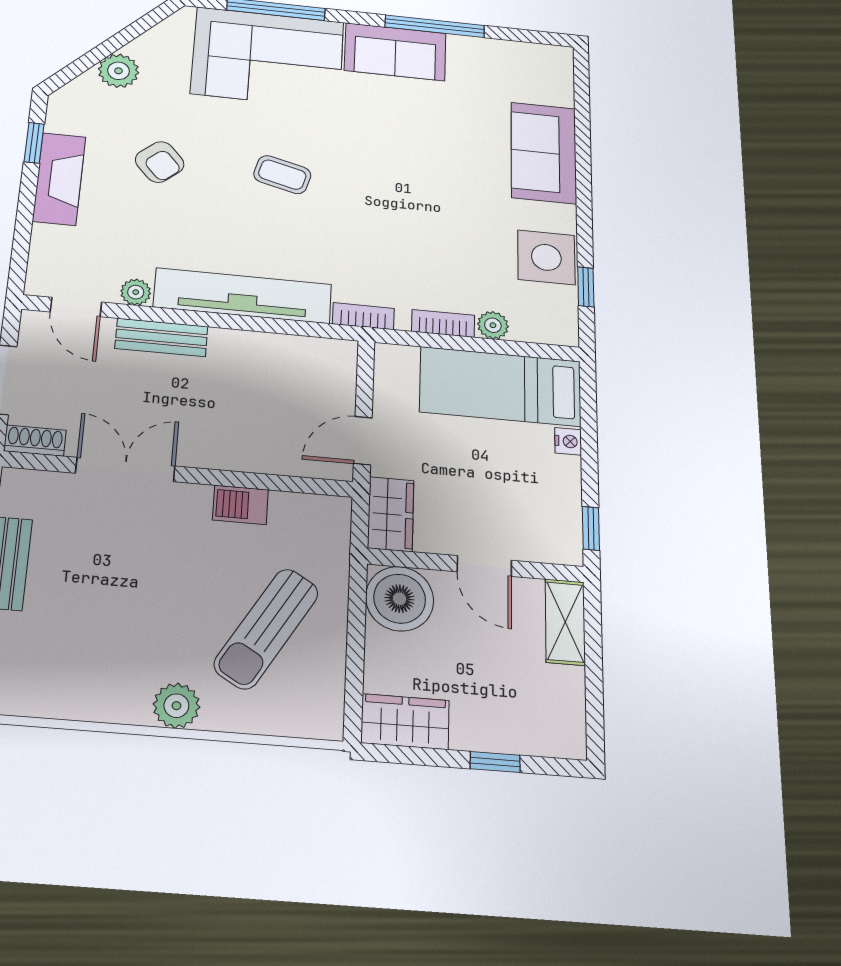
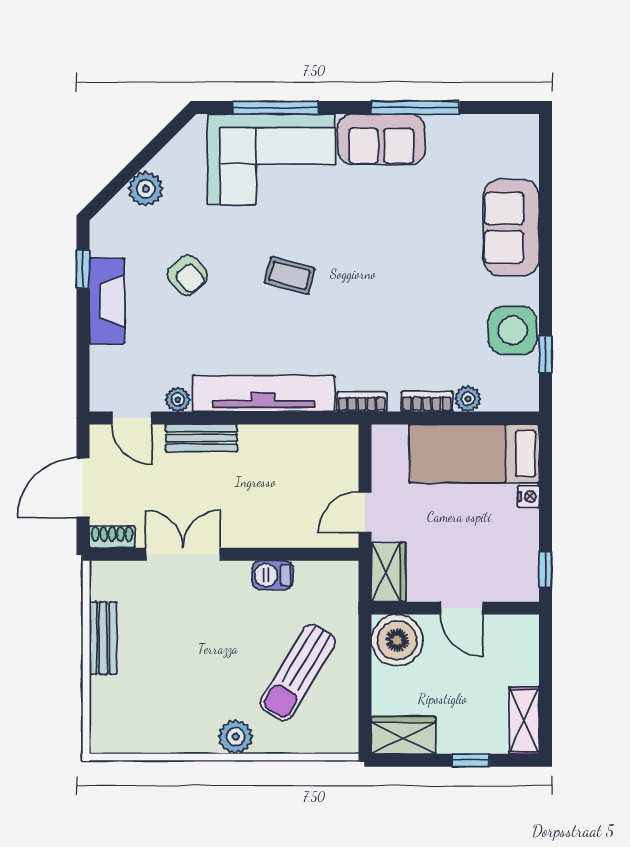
shelving: (565, 622) -> (524, 720), moved

